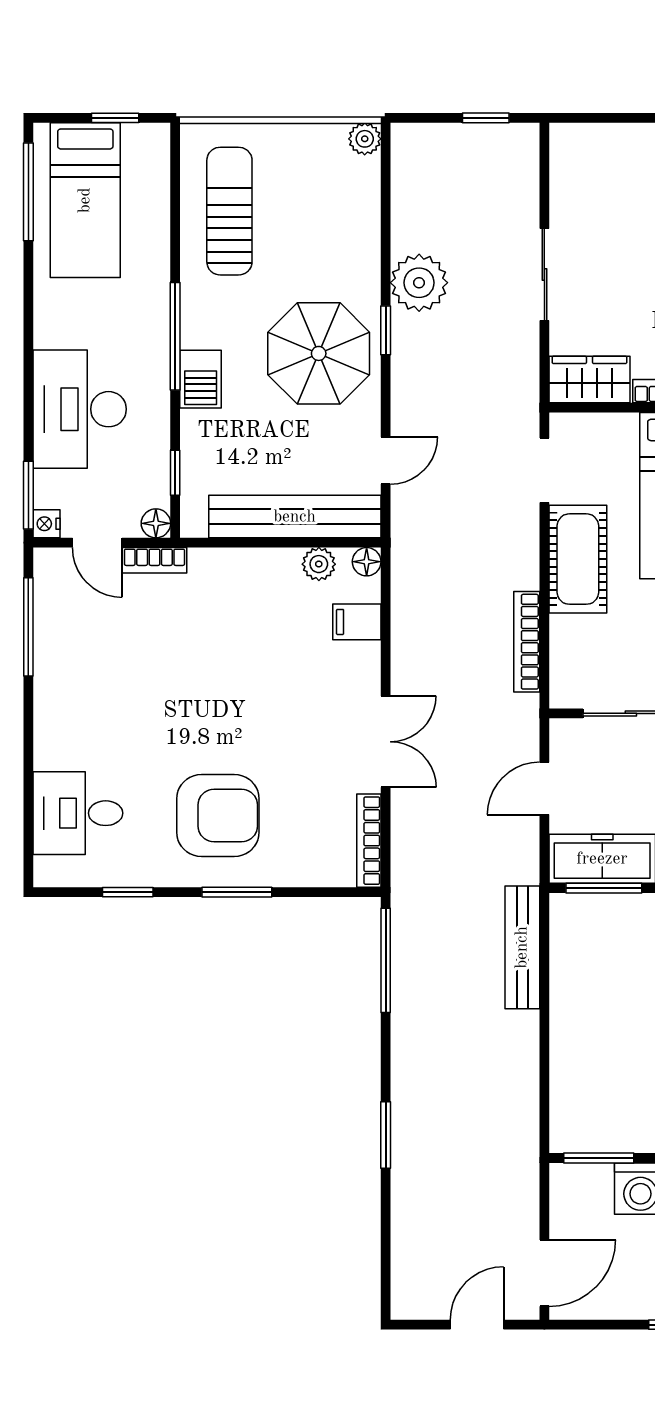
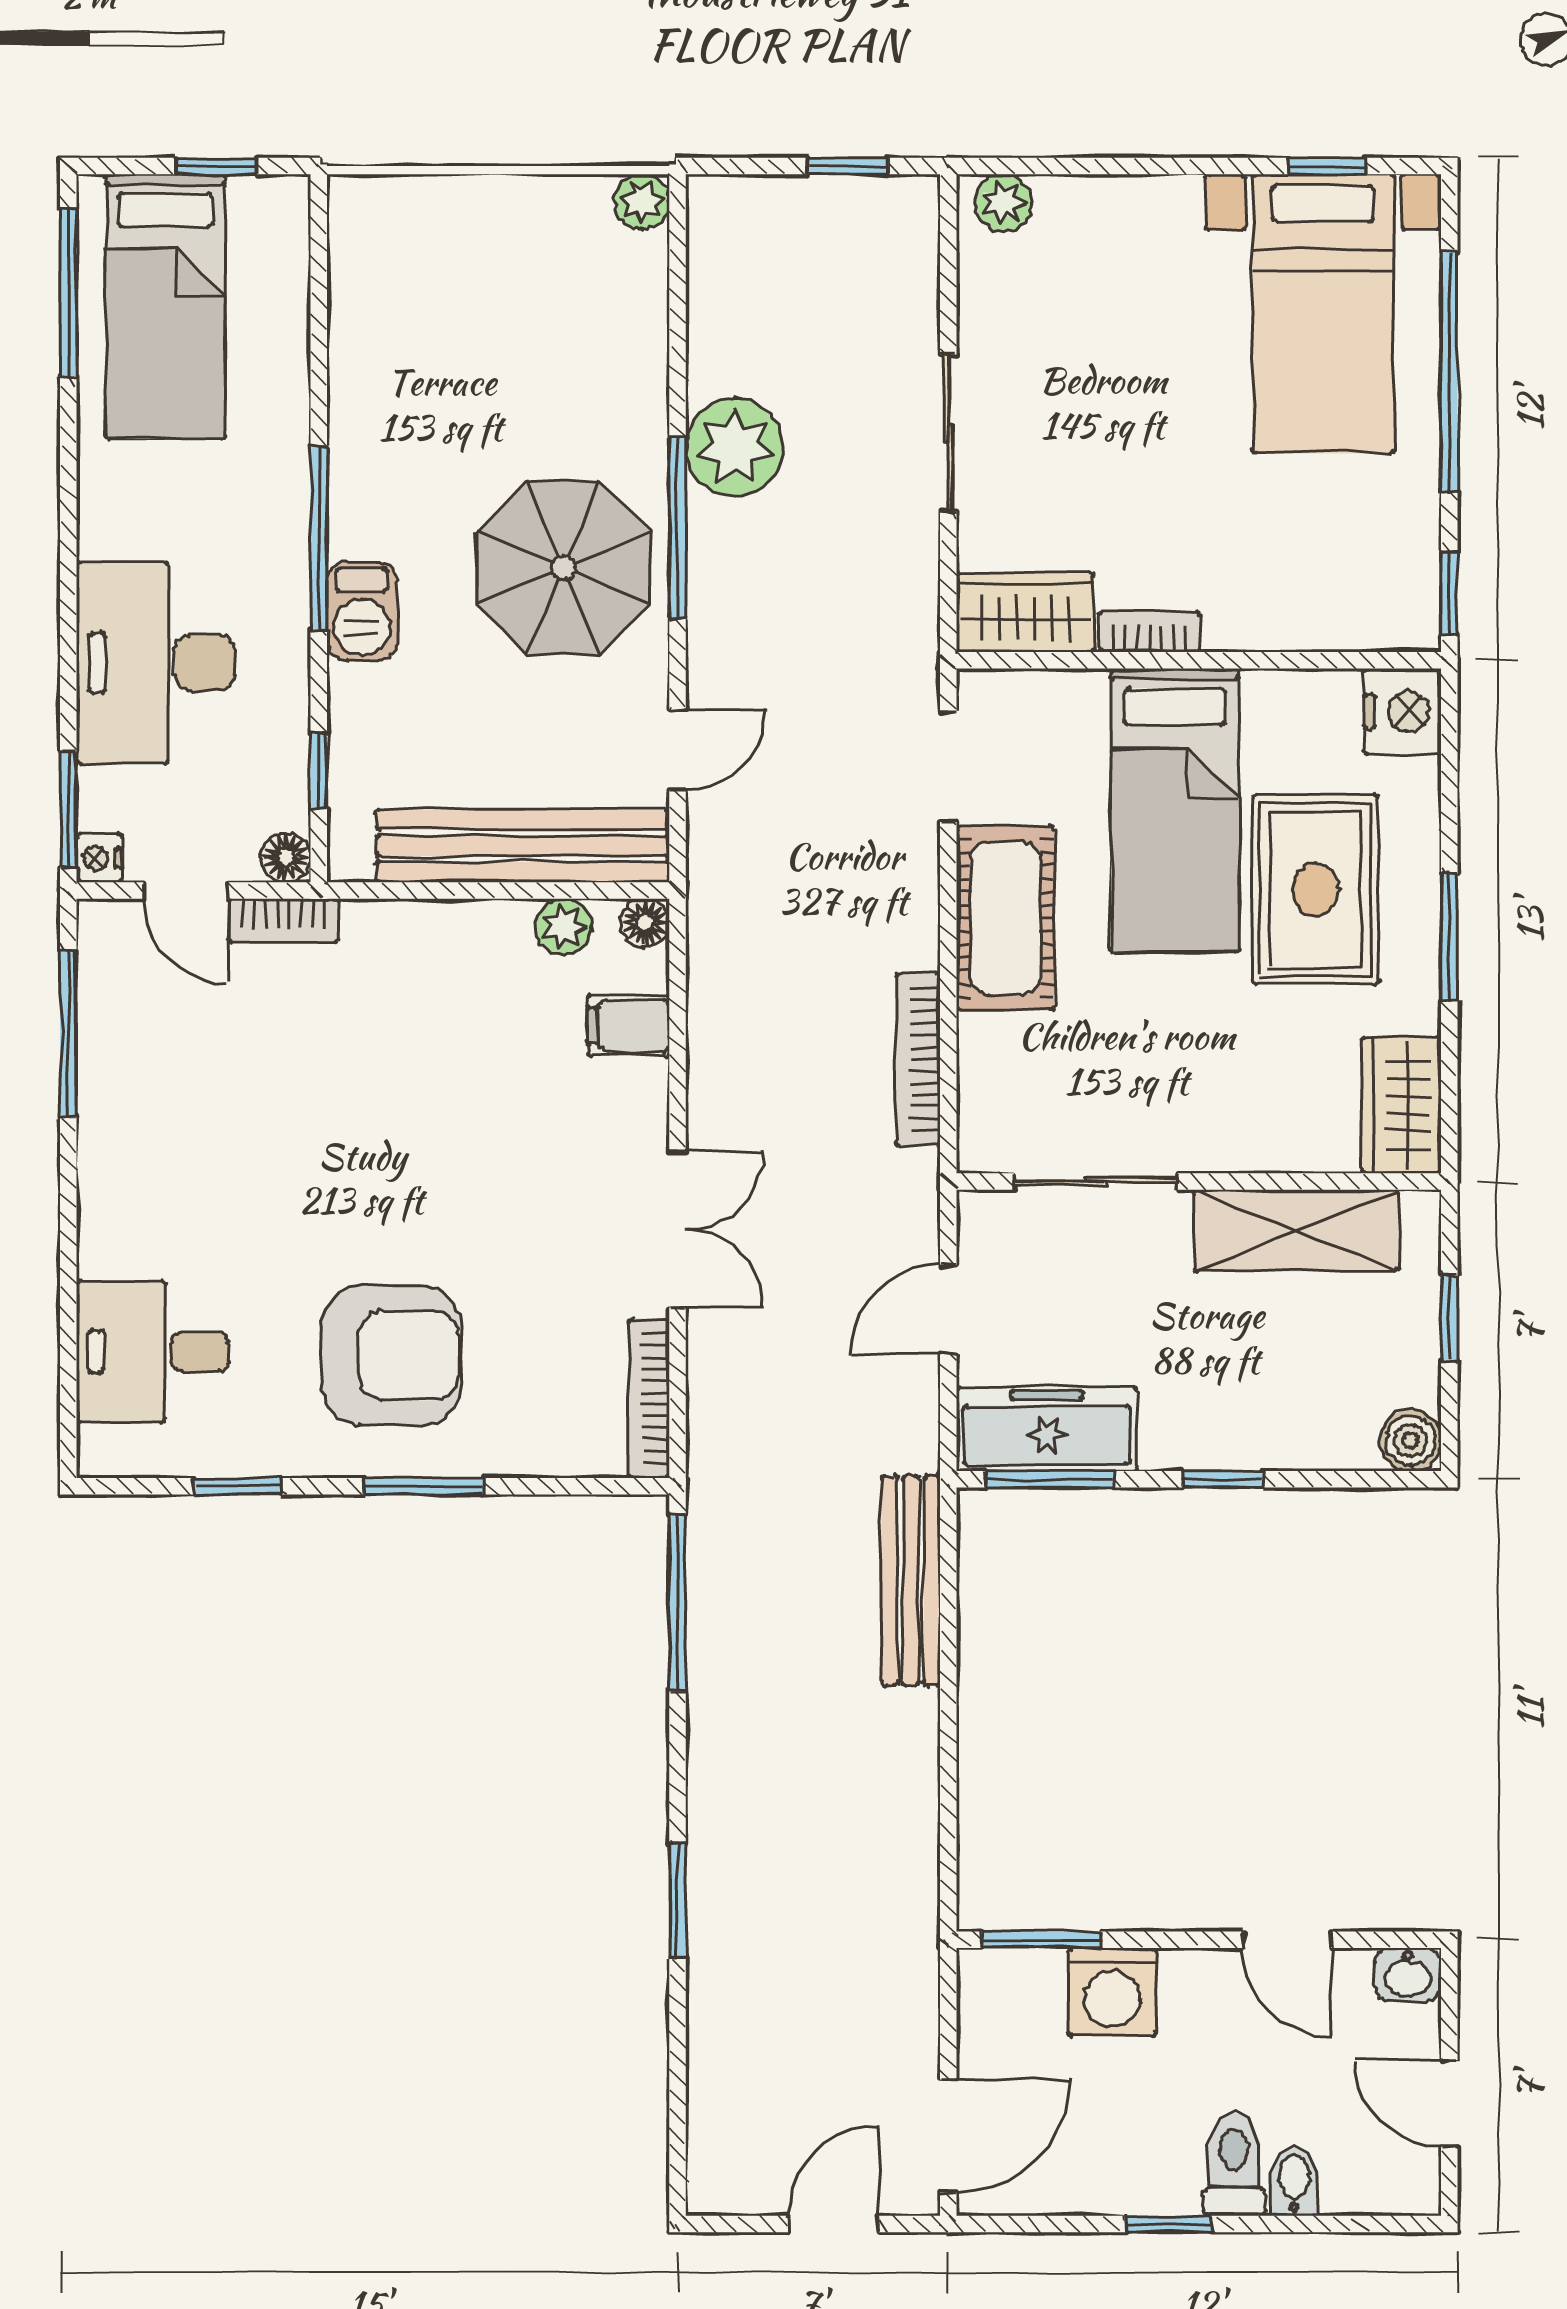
plant: (577, 139) -> (1003, 203), added
sun lounger: (229, 211) -> (411, 325), removed
window: (386, 330) -> (678, 528), width x2.17

